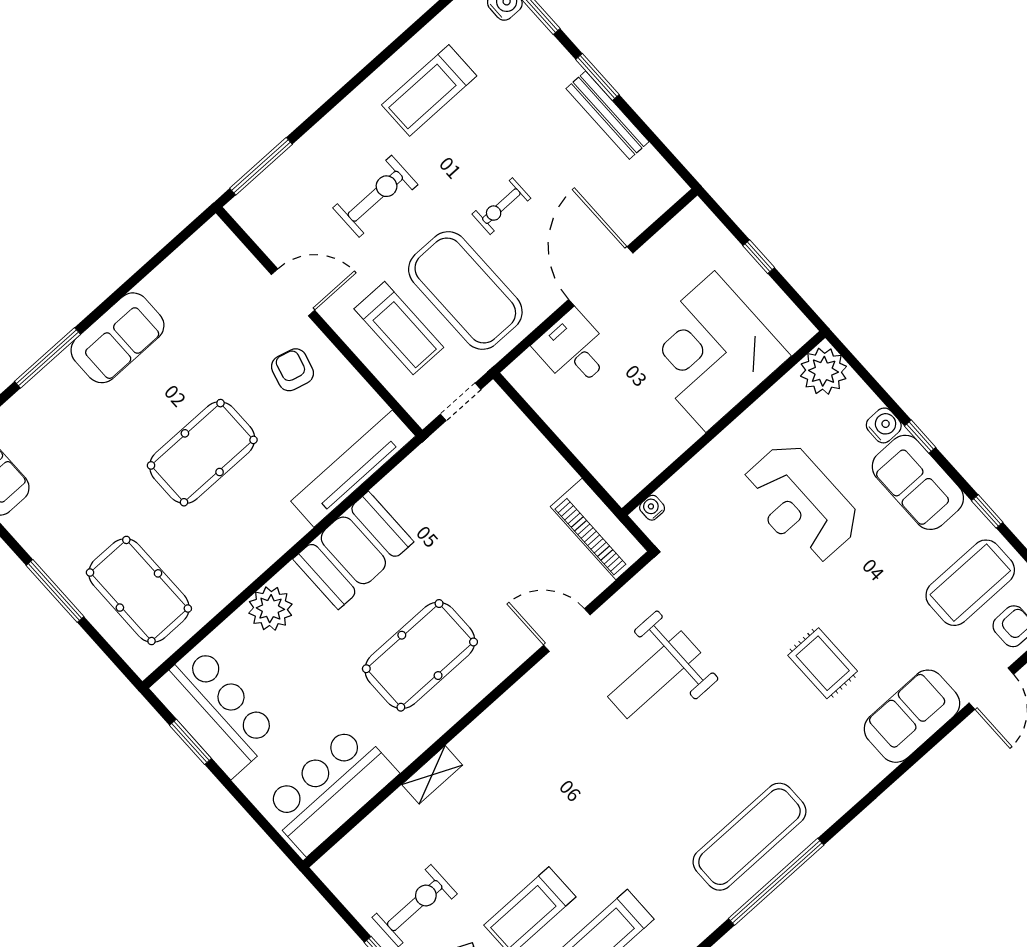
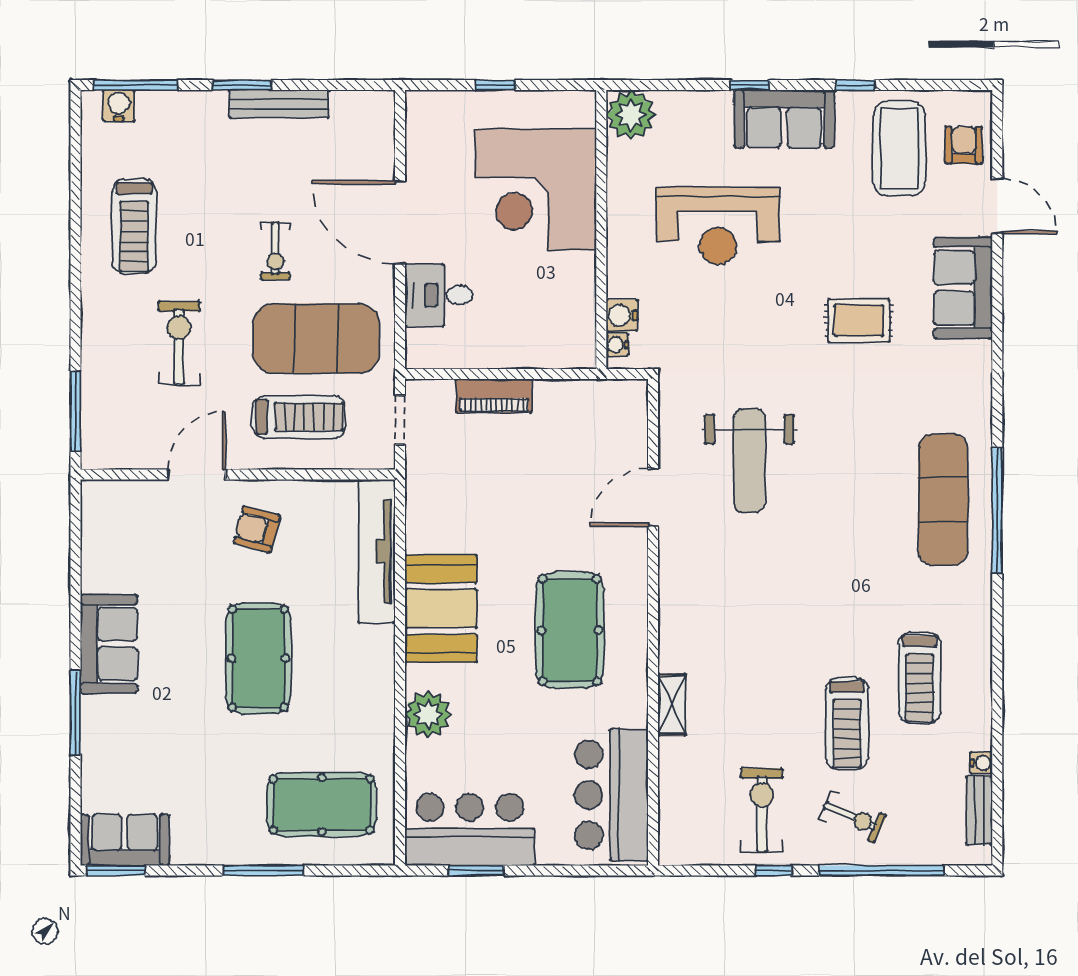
water cooler: (884, 425) -> (622, 315), moved, turned -90
piano: (599, 529) -> (494, 396), moved, width x0.73, depth x0.75

